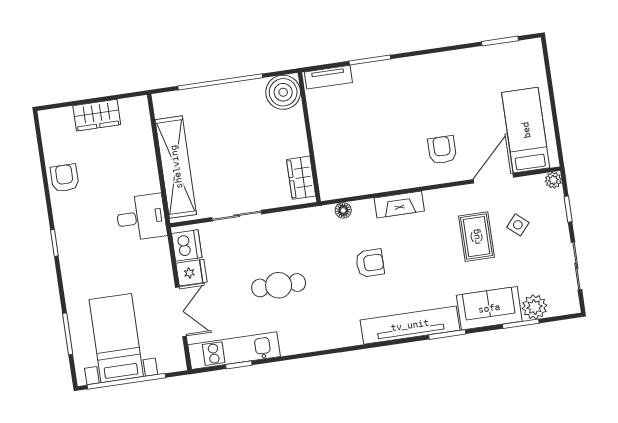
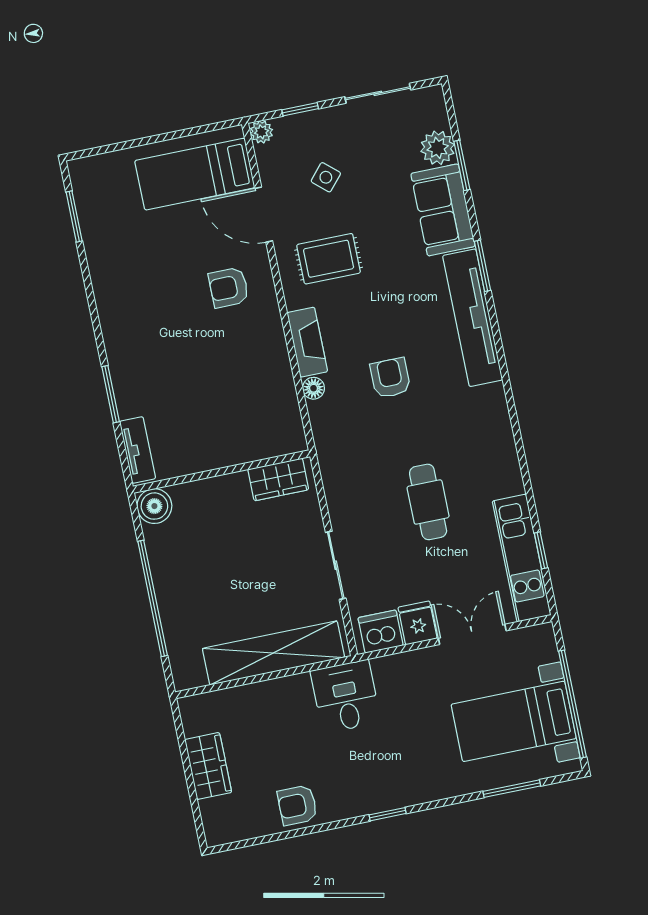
boiler: (283, 92) -> (154, 506), width x0.73, depth x0.73
floor lamp: (343, 210) -> (314, 388), moved
rug: (476, 237) -> (329, 259), moved

